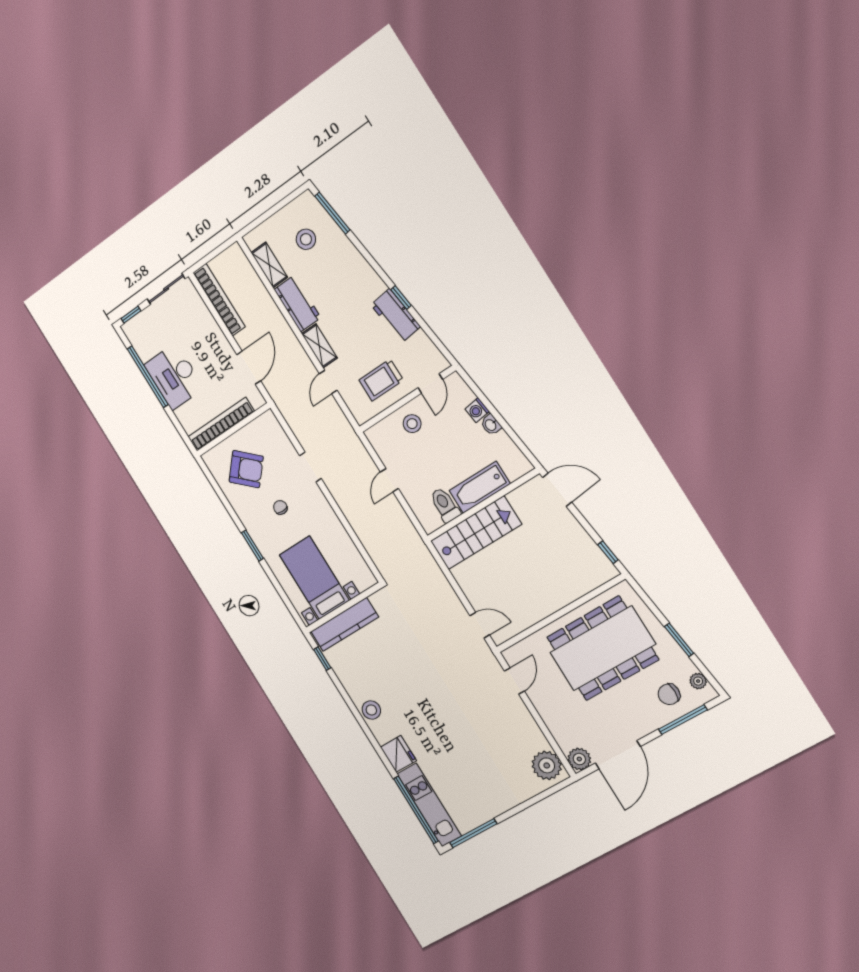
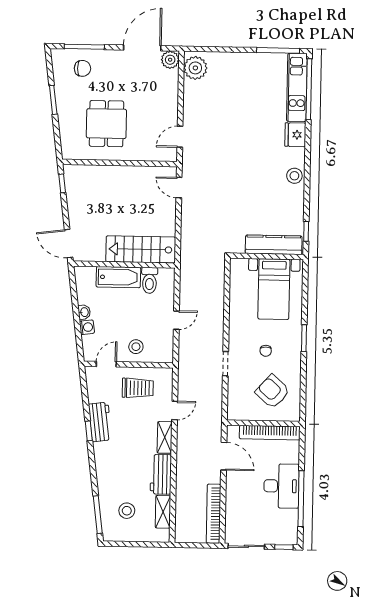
door: (249, 368) -> (224, 456), swing flipped
dining table: (603, 648) -> (106, 124), width x0.53, depth x0.80
plant: (698, 681) -> (58, 66), removed

